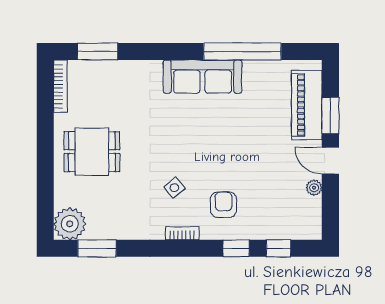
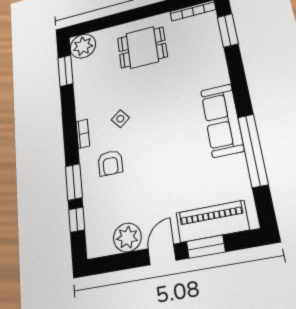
dining table: (92, 152) -> (142, 47), turned 90
plant: (314, 188) -> (127, 237), width x1.88, depth x1.88
armchair: (223, 205) -> (110, 163), turned 90
window: (236, 248) -> (74, 182), width x1.50

